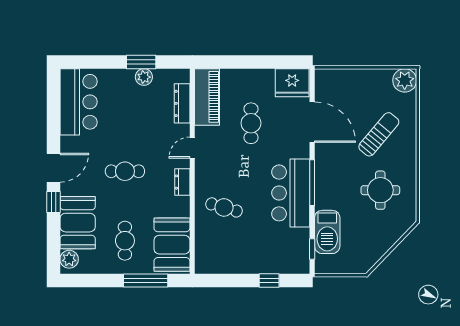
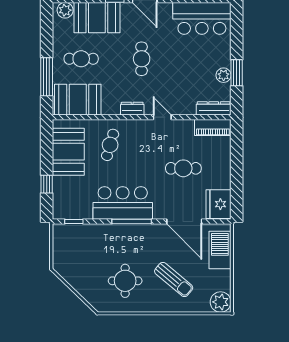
piano: (207, 97) -> (213, 128), width x0.73, depth x0.75
dresser: (182, 103) -> (214, 108), moved
door: (312, 122) -> (184, 222), hinge flipped
barbecue: (327, 232) -> (220, 250), moved, turned 90
booth: (232, 256) -> (68, 152), added

